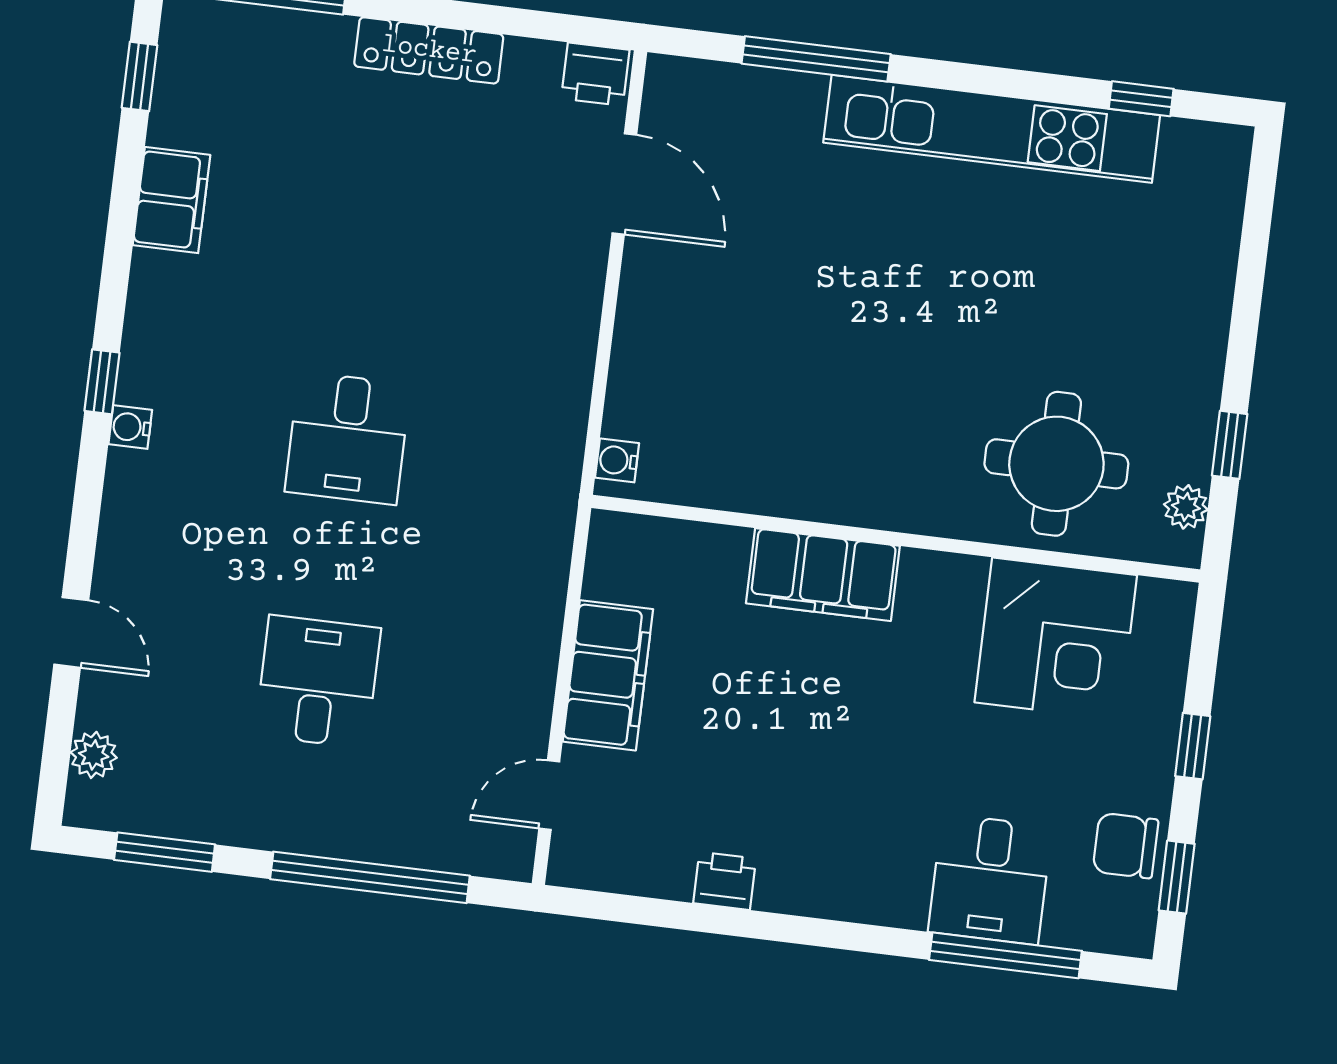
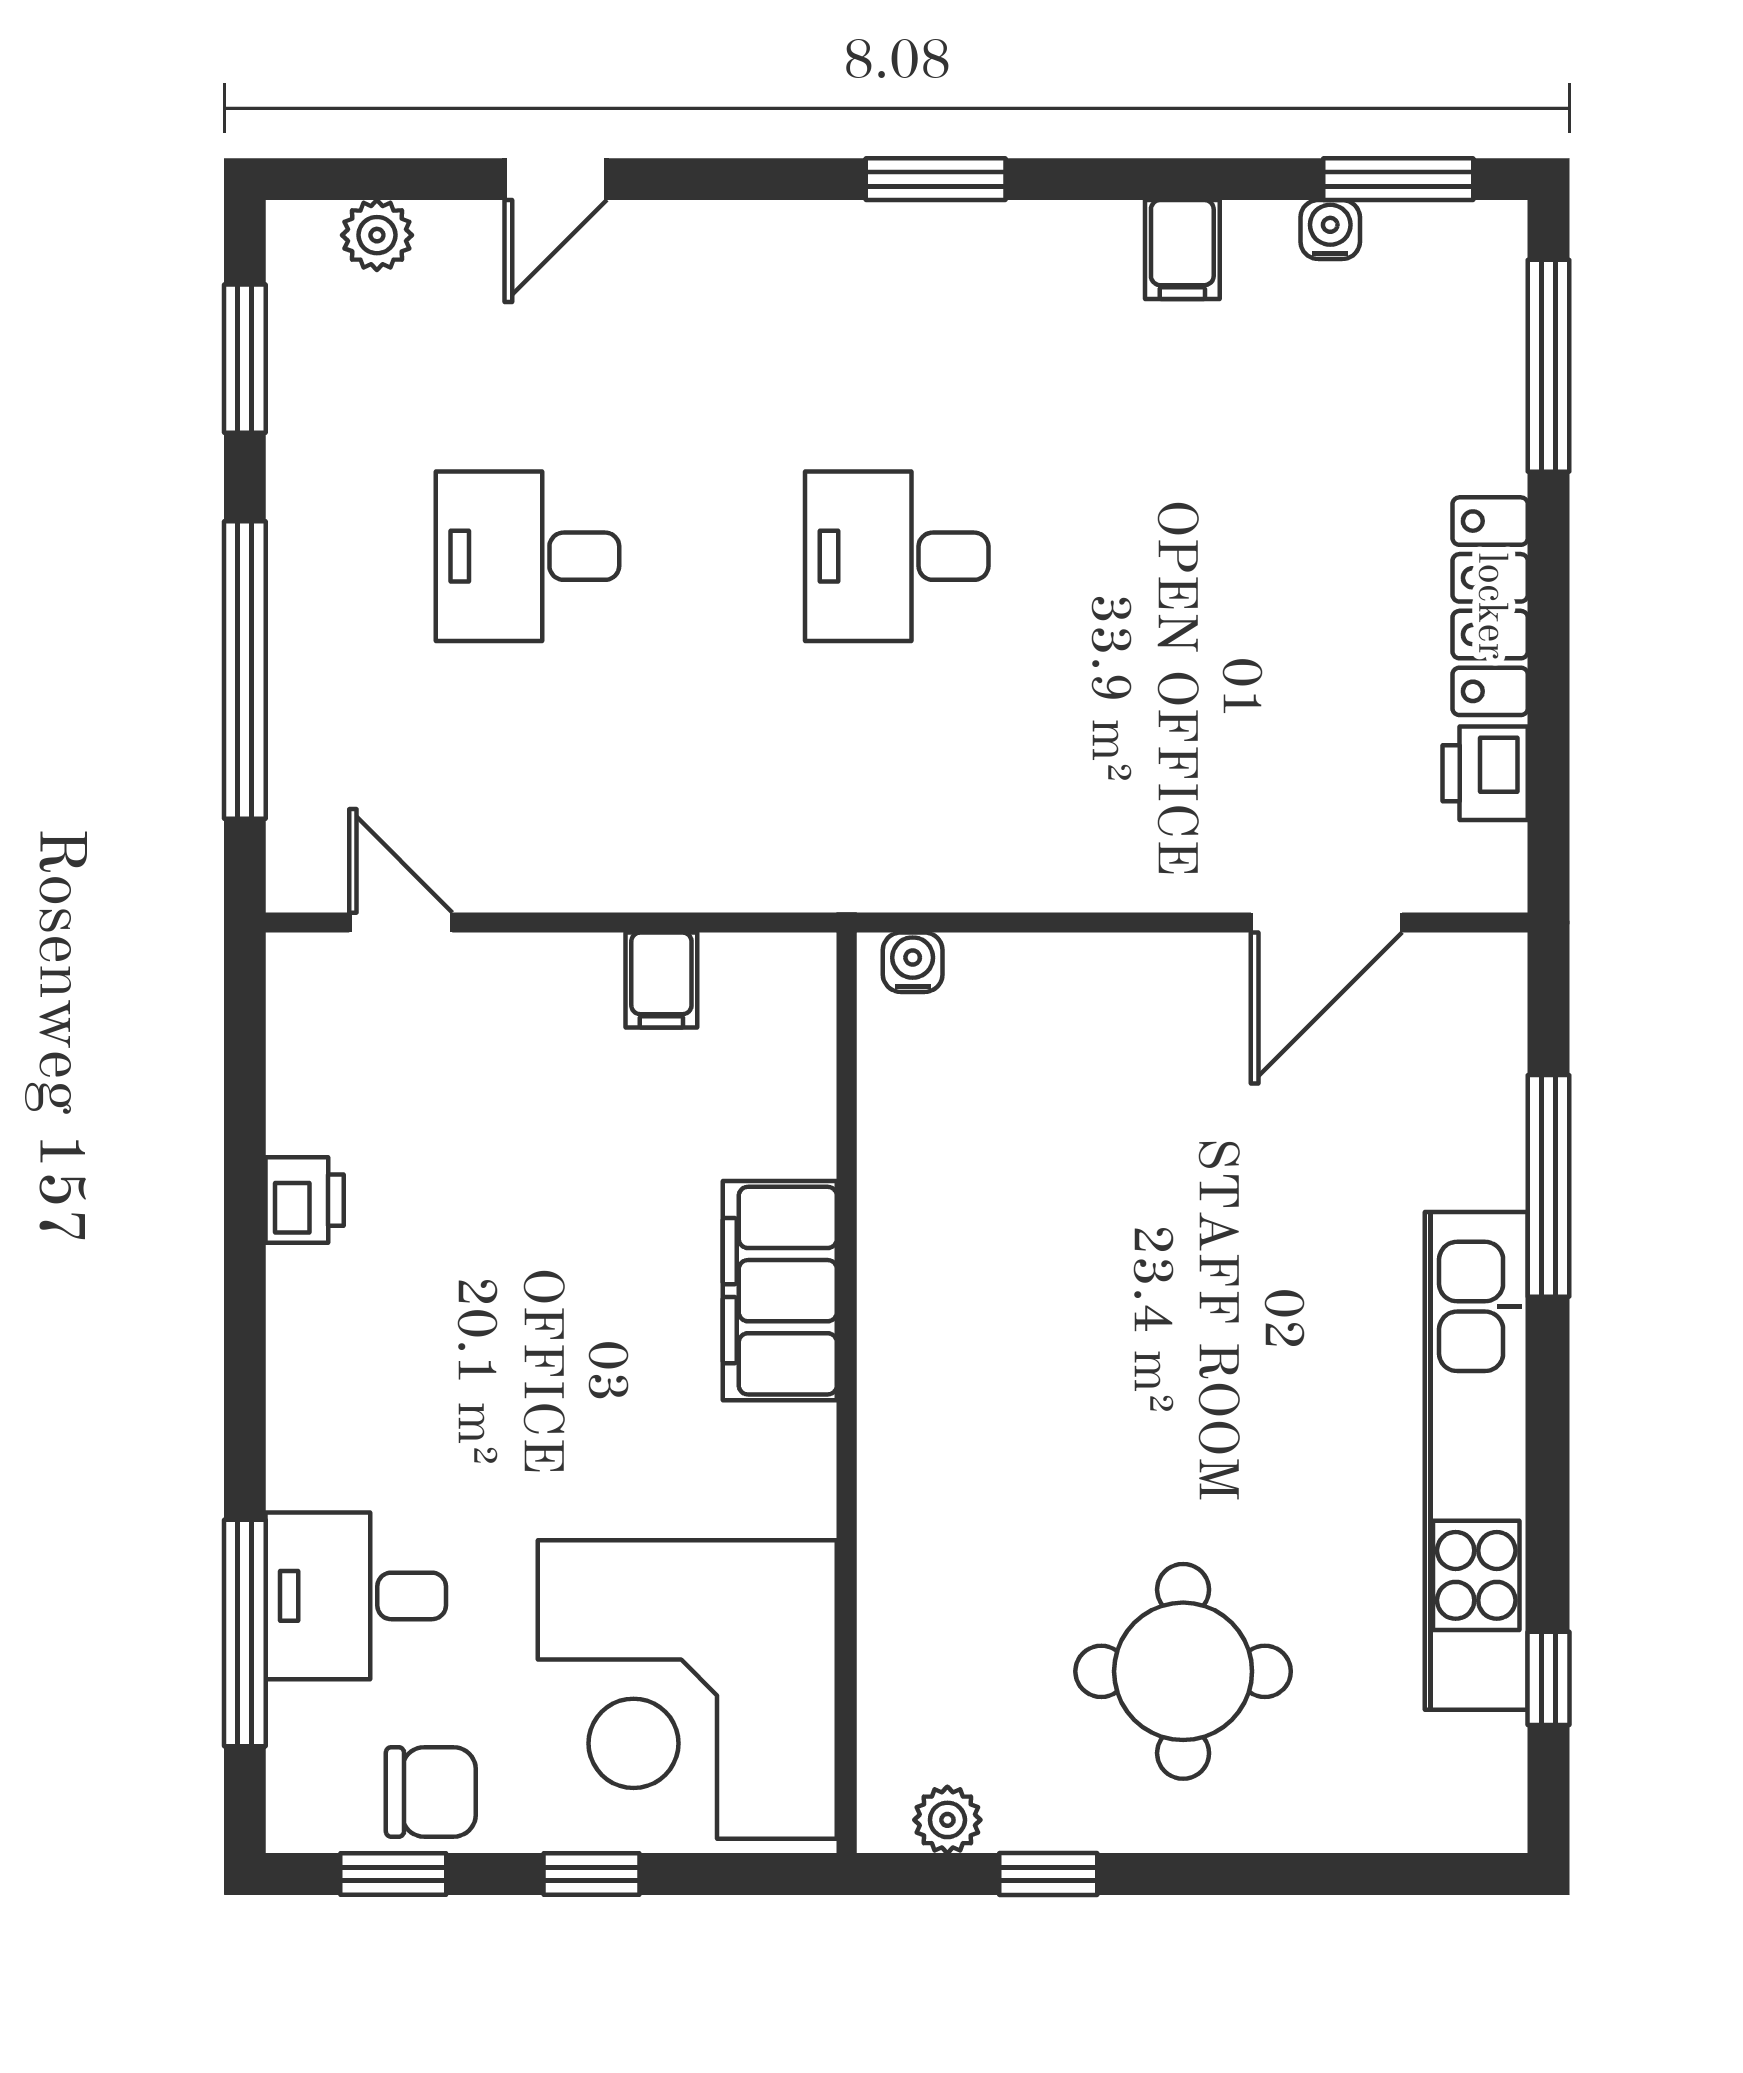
printer: (595, 74) -> (1485, 773), moved
window: (139, 76) -> (1398, 179), width x1.50
filing cabinet: (171, 200) -> (1182, 250), width x0.50
window: (102, 382) -> (936, 179), width x1.50
water cooler: (130, 427) -> (1330, 230), moved
round table: (1056, 464) -> (1183, 1671), moved
corner desk: (1056, 639) -> (687, 1690), width x1.36, depth x1.36
filing cabinet: (608, 675) -> (661, 980), width x0.33, depth x0.86
desk: (318, 682) -> (528, 556), turned 180
chair: (1126, 846) -> (431, 1792), turned 90

